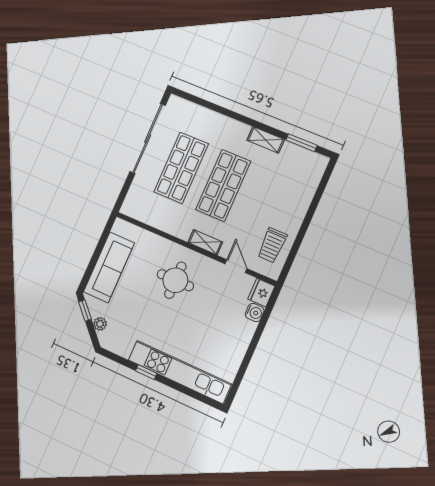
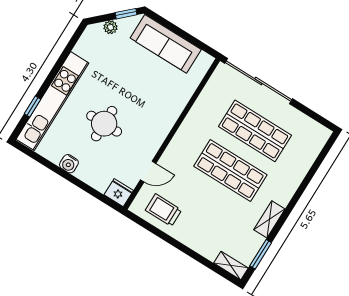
sliding door: (148, 139) -> (259, 81), moved
shelving: (205, 242) -> (231, 266), moved, turned 90
round table: (175, 280) -> (104, 124), moved
water cooler: (255, 312) -> (69, 164), moved
window: (146, 372) -> (33, 106), moved

